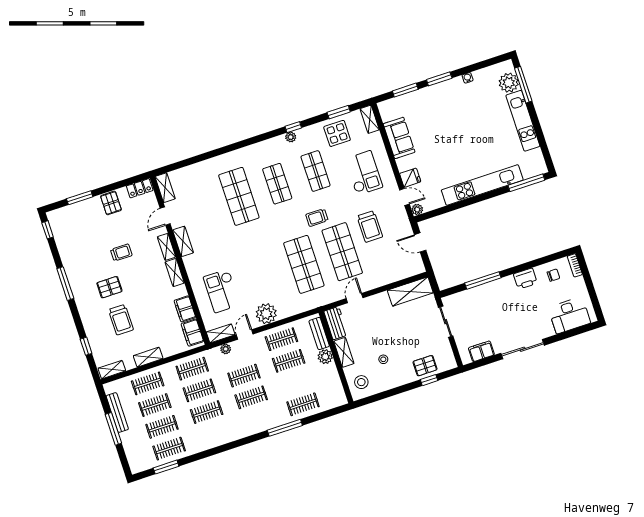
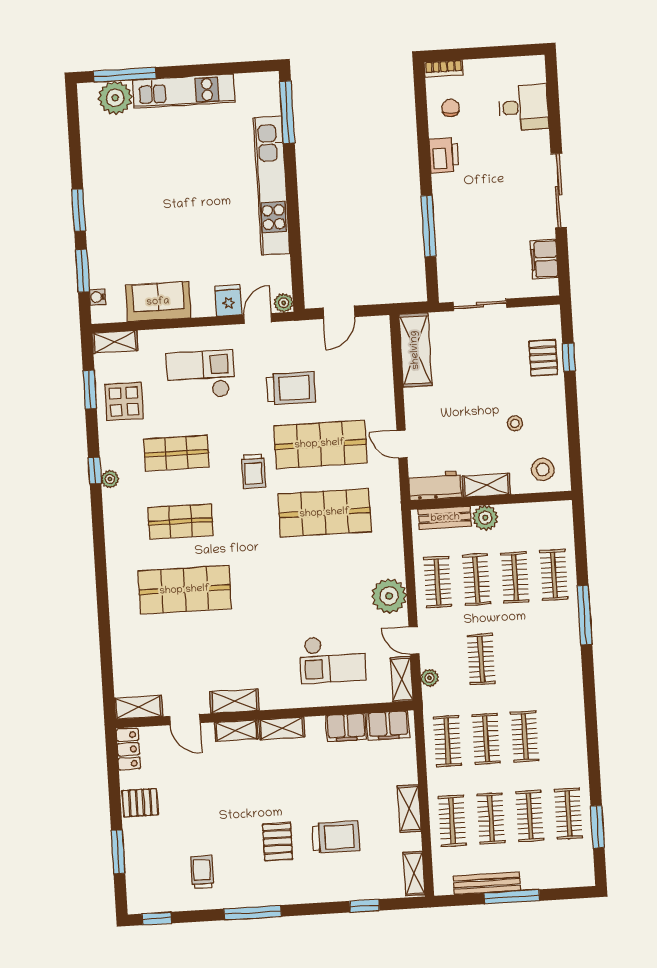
water cooler: (468, 78) -> (98, 297), moved
trolley: (121, 253) -> (202, 872), moved
desk: (569, 315) -> (524, 107), width x0.73
clothes rail: (251, 397) -> (515, 577), moved

